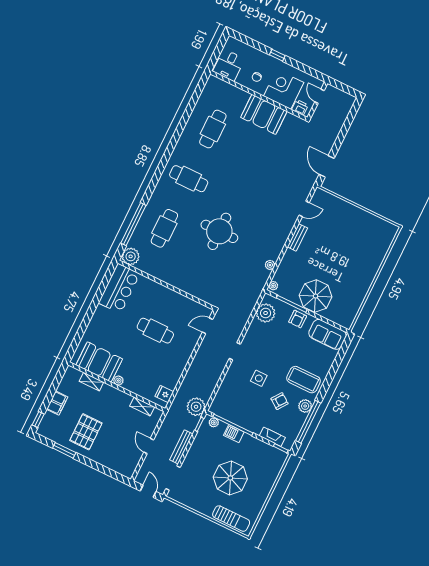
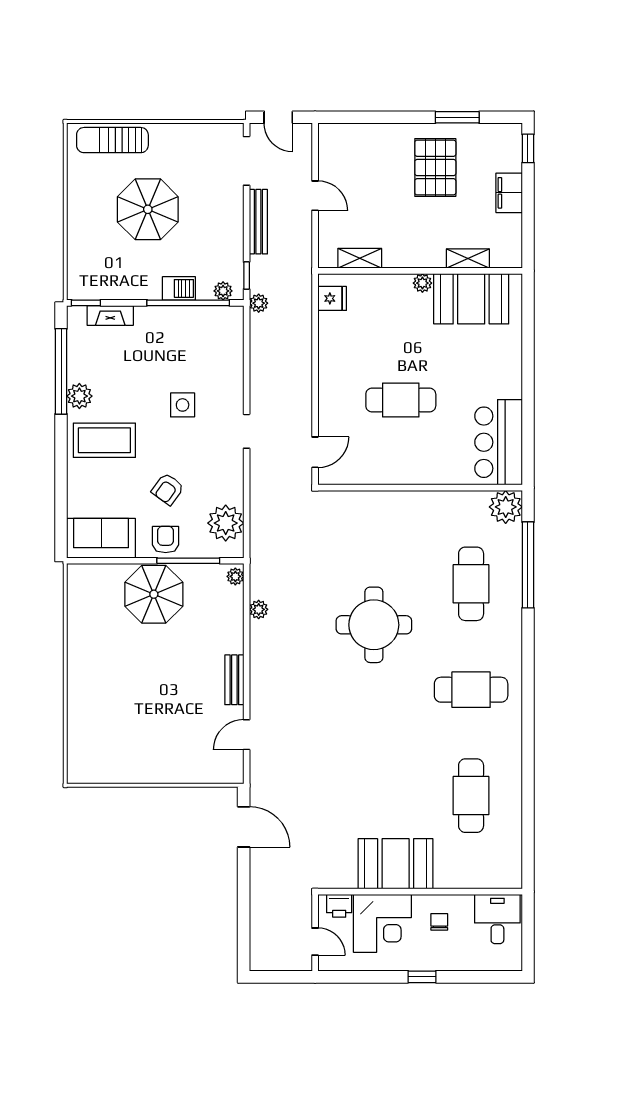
armchair: (280, 401) -> (168, 489), moved
plant: (196, 407) -> (259, 303), width x0.53, depth x0.53

